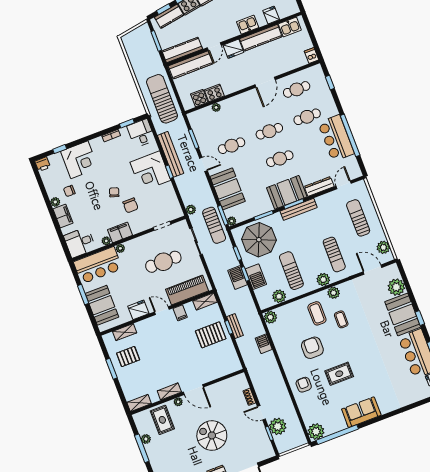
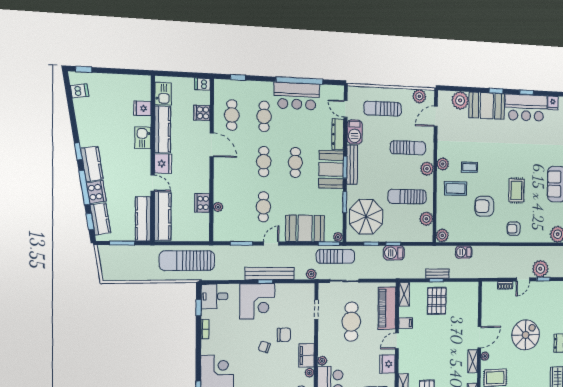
cooker: (199, 98) -> (202, 113), moved
bench: (171, 154) -> (270, 273), moved
barbecue: (256, 277) -> (355, 132), moved, turned 90
spiral stairs: (212, 435) -> (526, 335), turned 180

